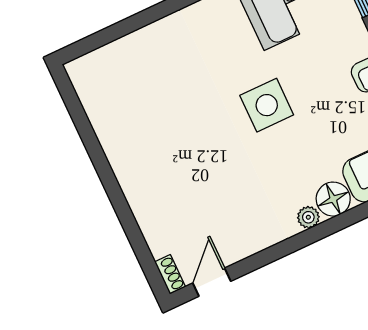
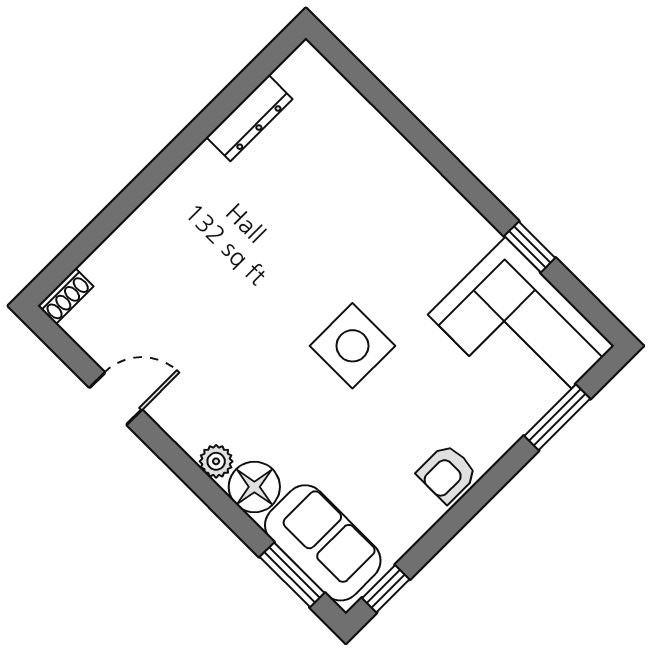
dresser: (100, 118) -> (249, 118), added
door: (212, 282) -> (116, 399), moved

